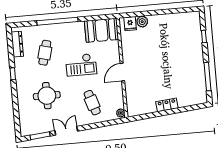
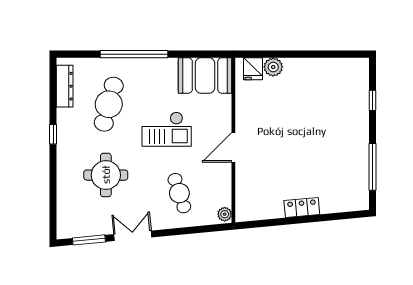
cafe table: (45, 53) -> (109, 104), width x1.37, depth x1.35

